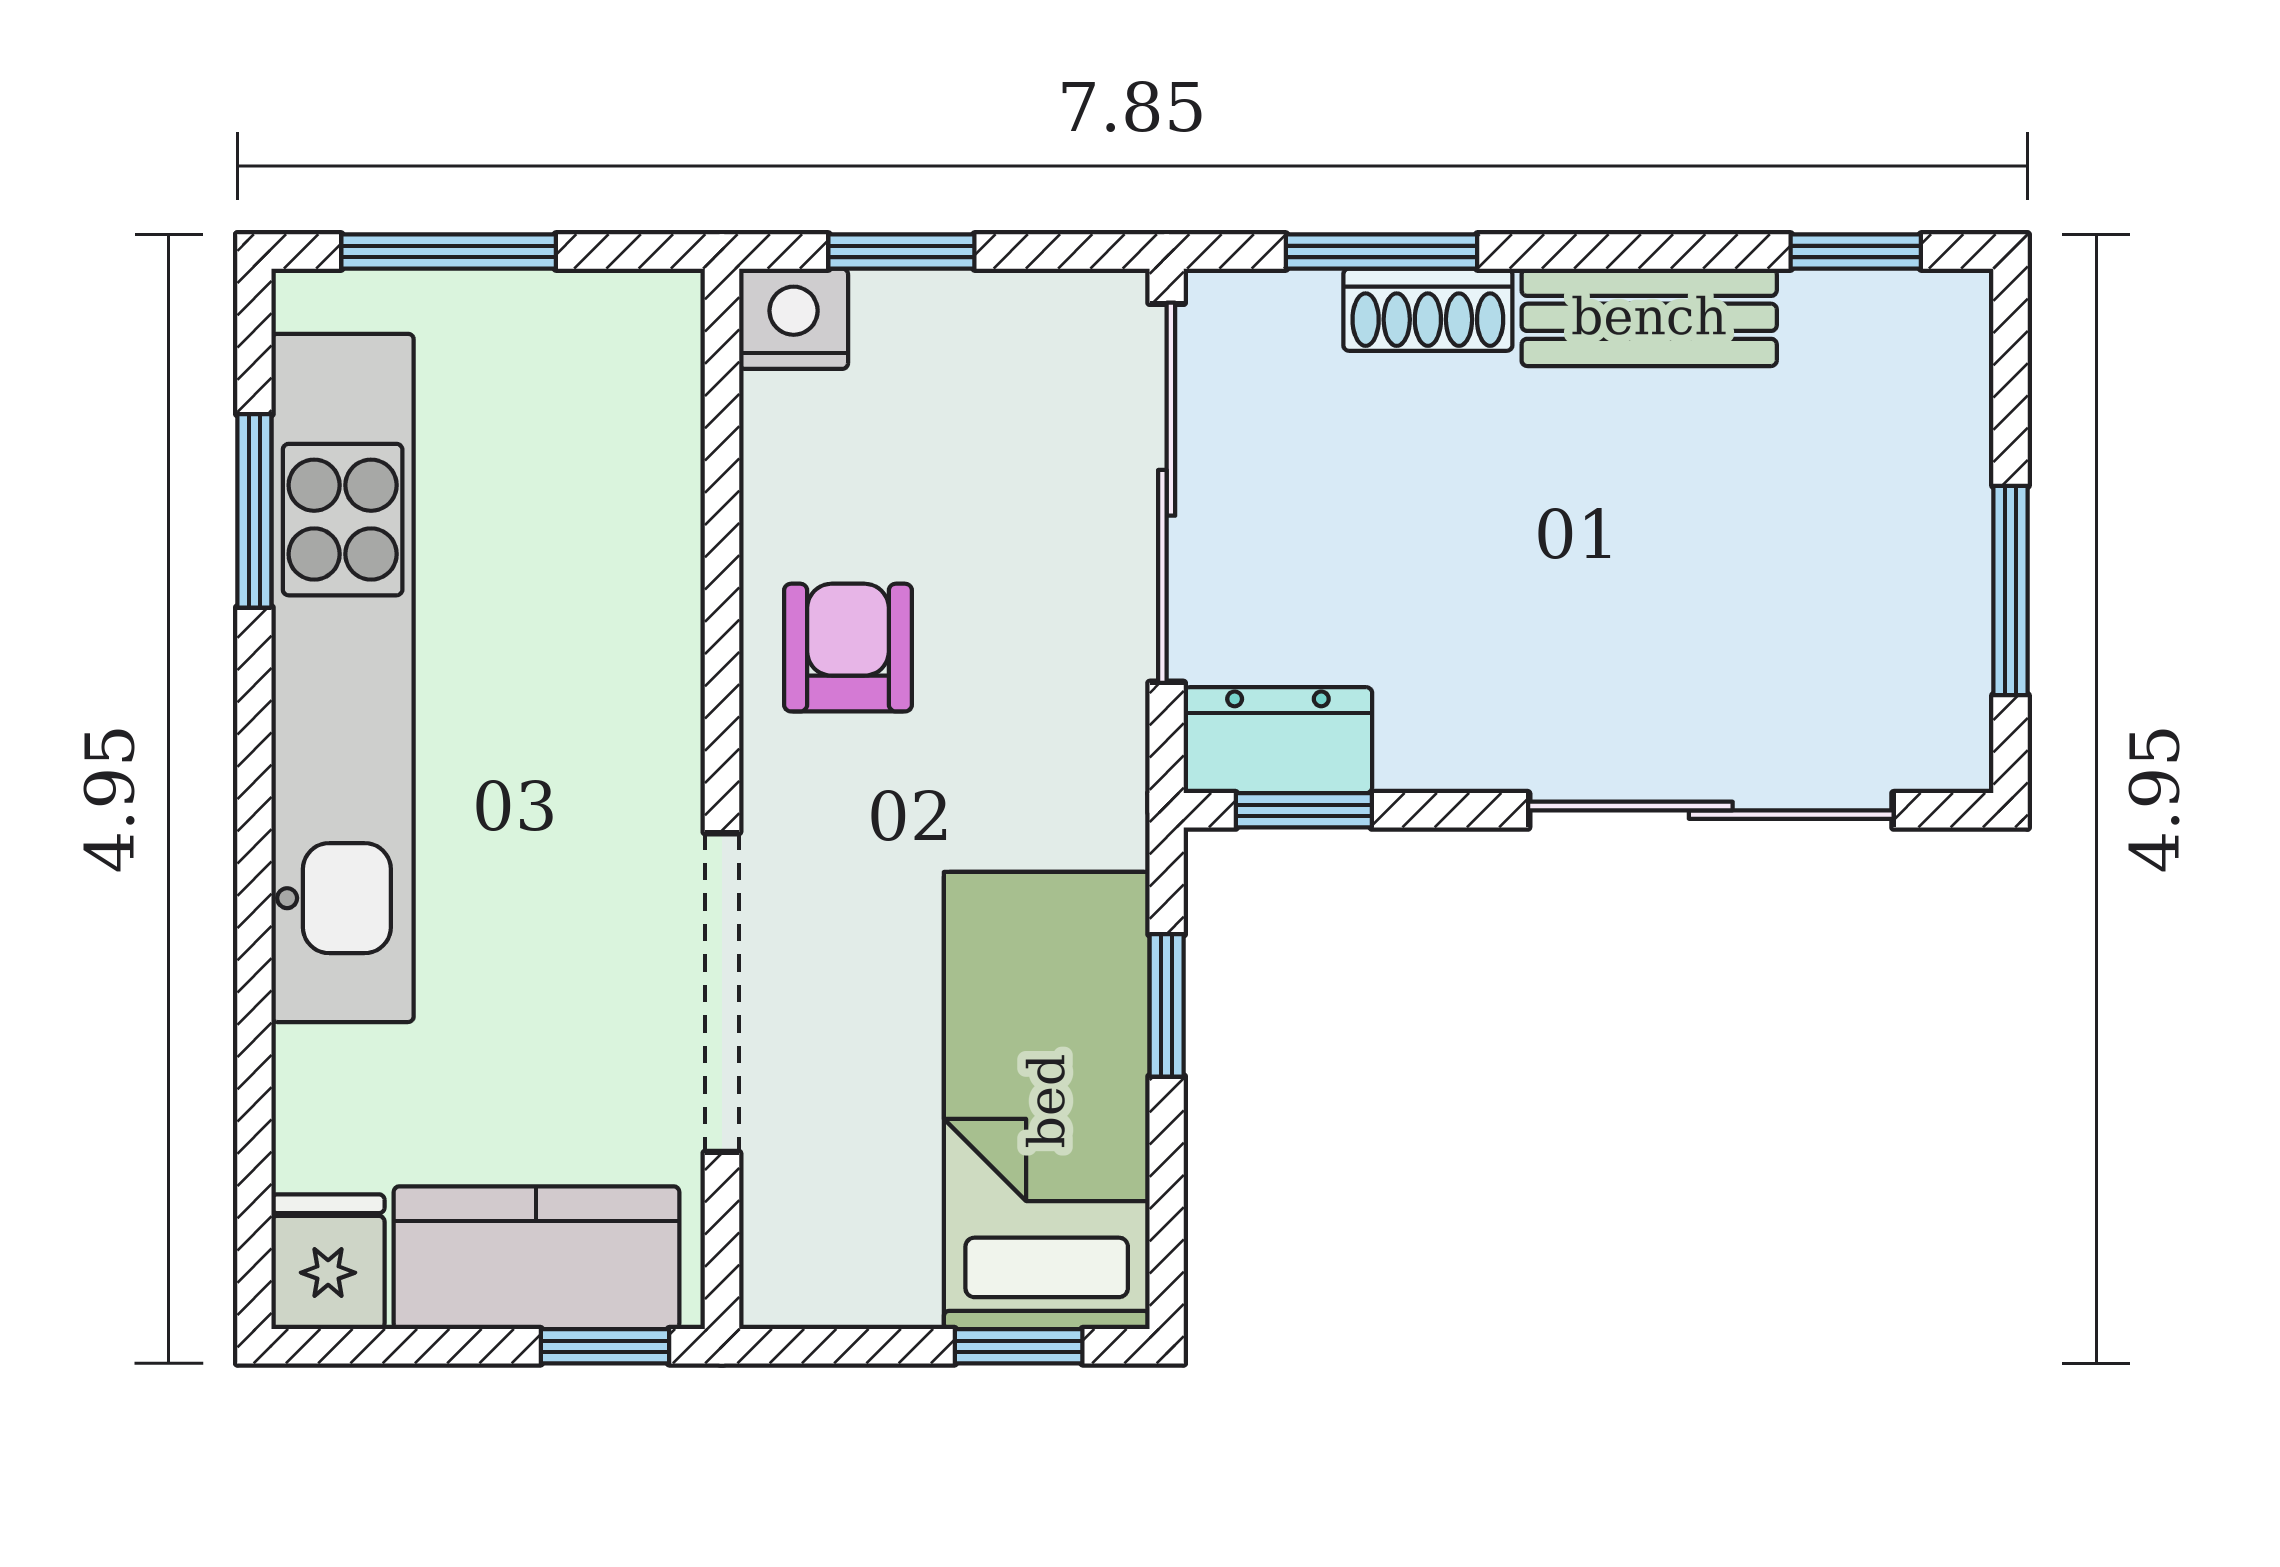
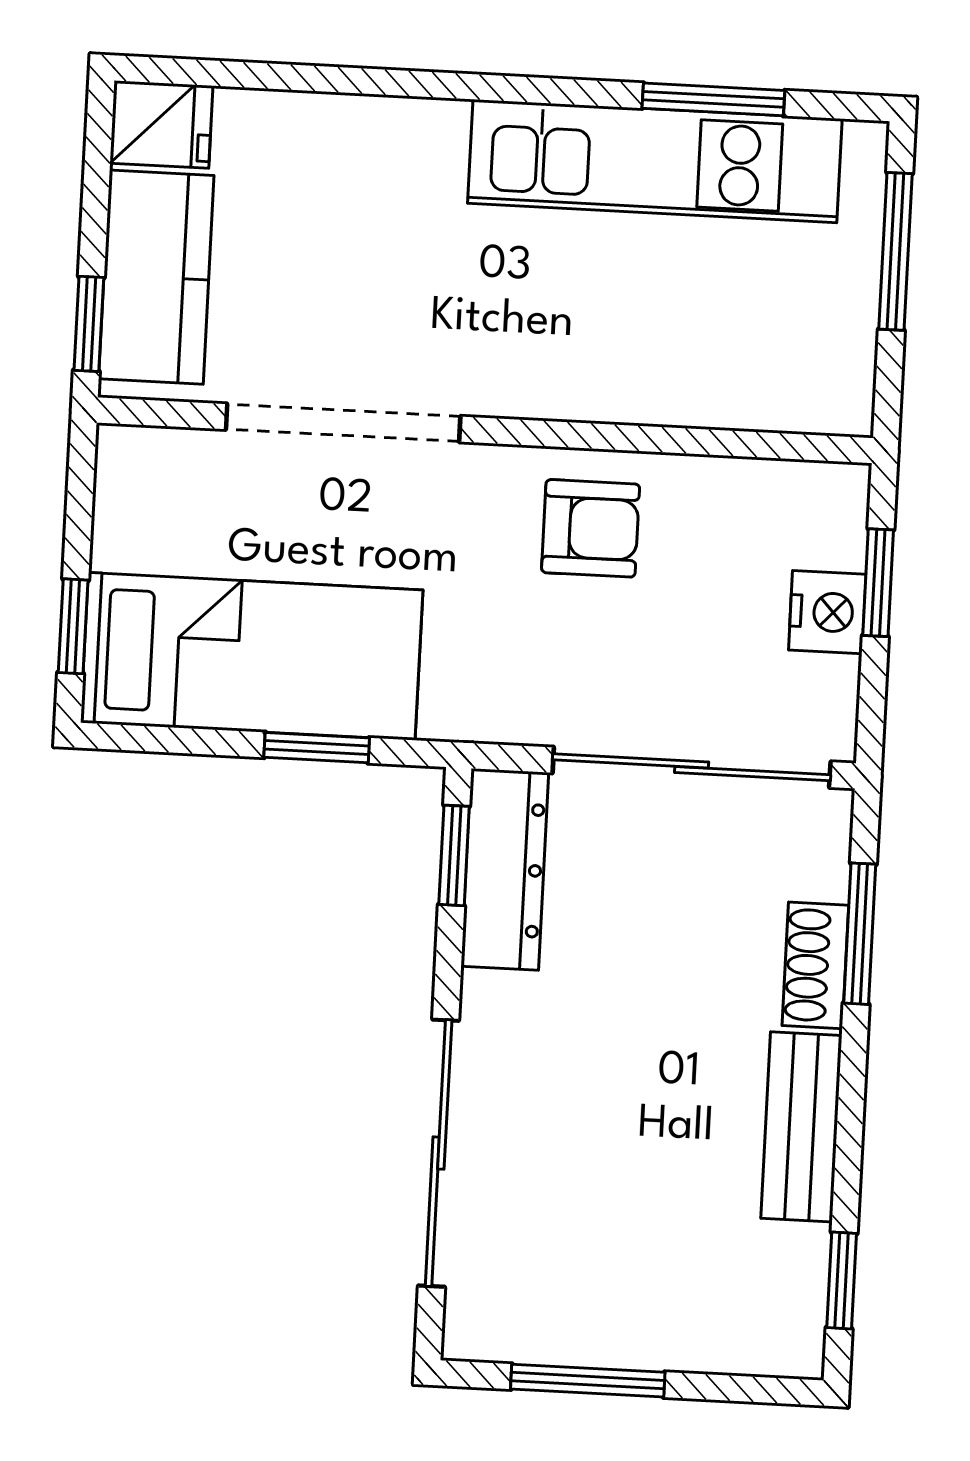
nightstand: (794, 319) -> (827, 612), moved
kitchen unit: (343, 678) -> (655, 161), width x0.73
dresser: (1278, 740) -> (505, 869), width x1.44

